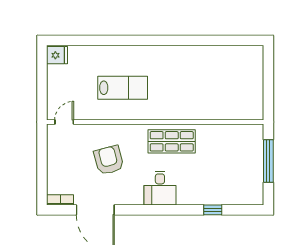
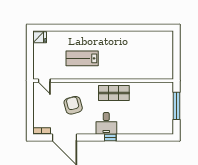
lab bench: (123, 88) -> (82, 58), turned 180
door: (64, 122) -> (44, 81), swing flipped
window: (213, 210) -> (110, 138), moved

